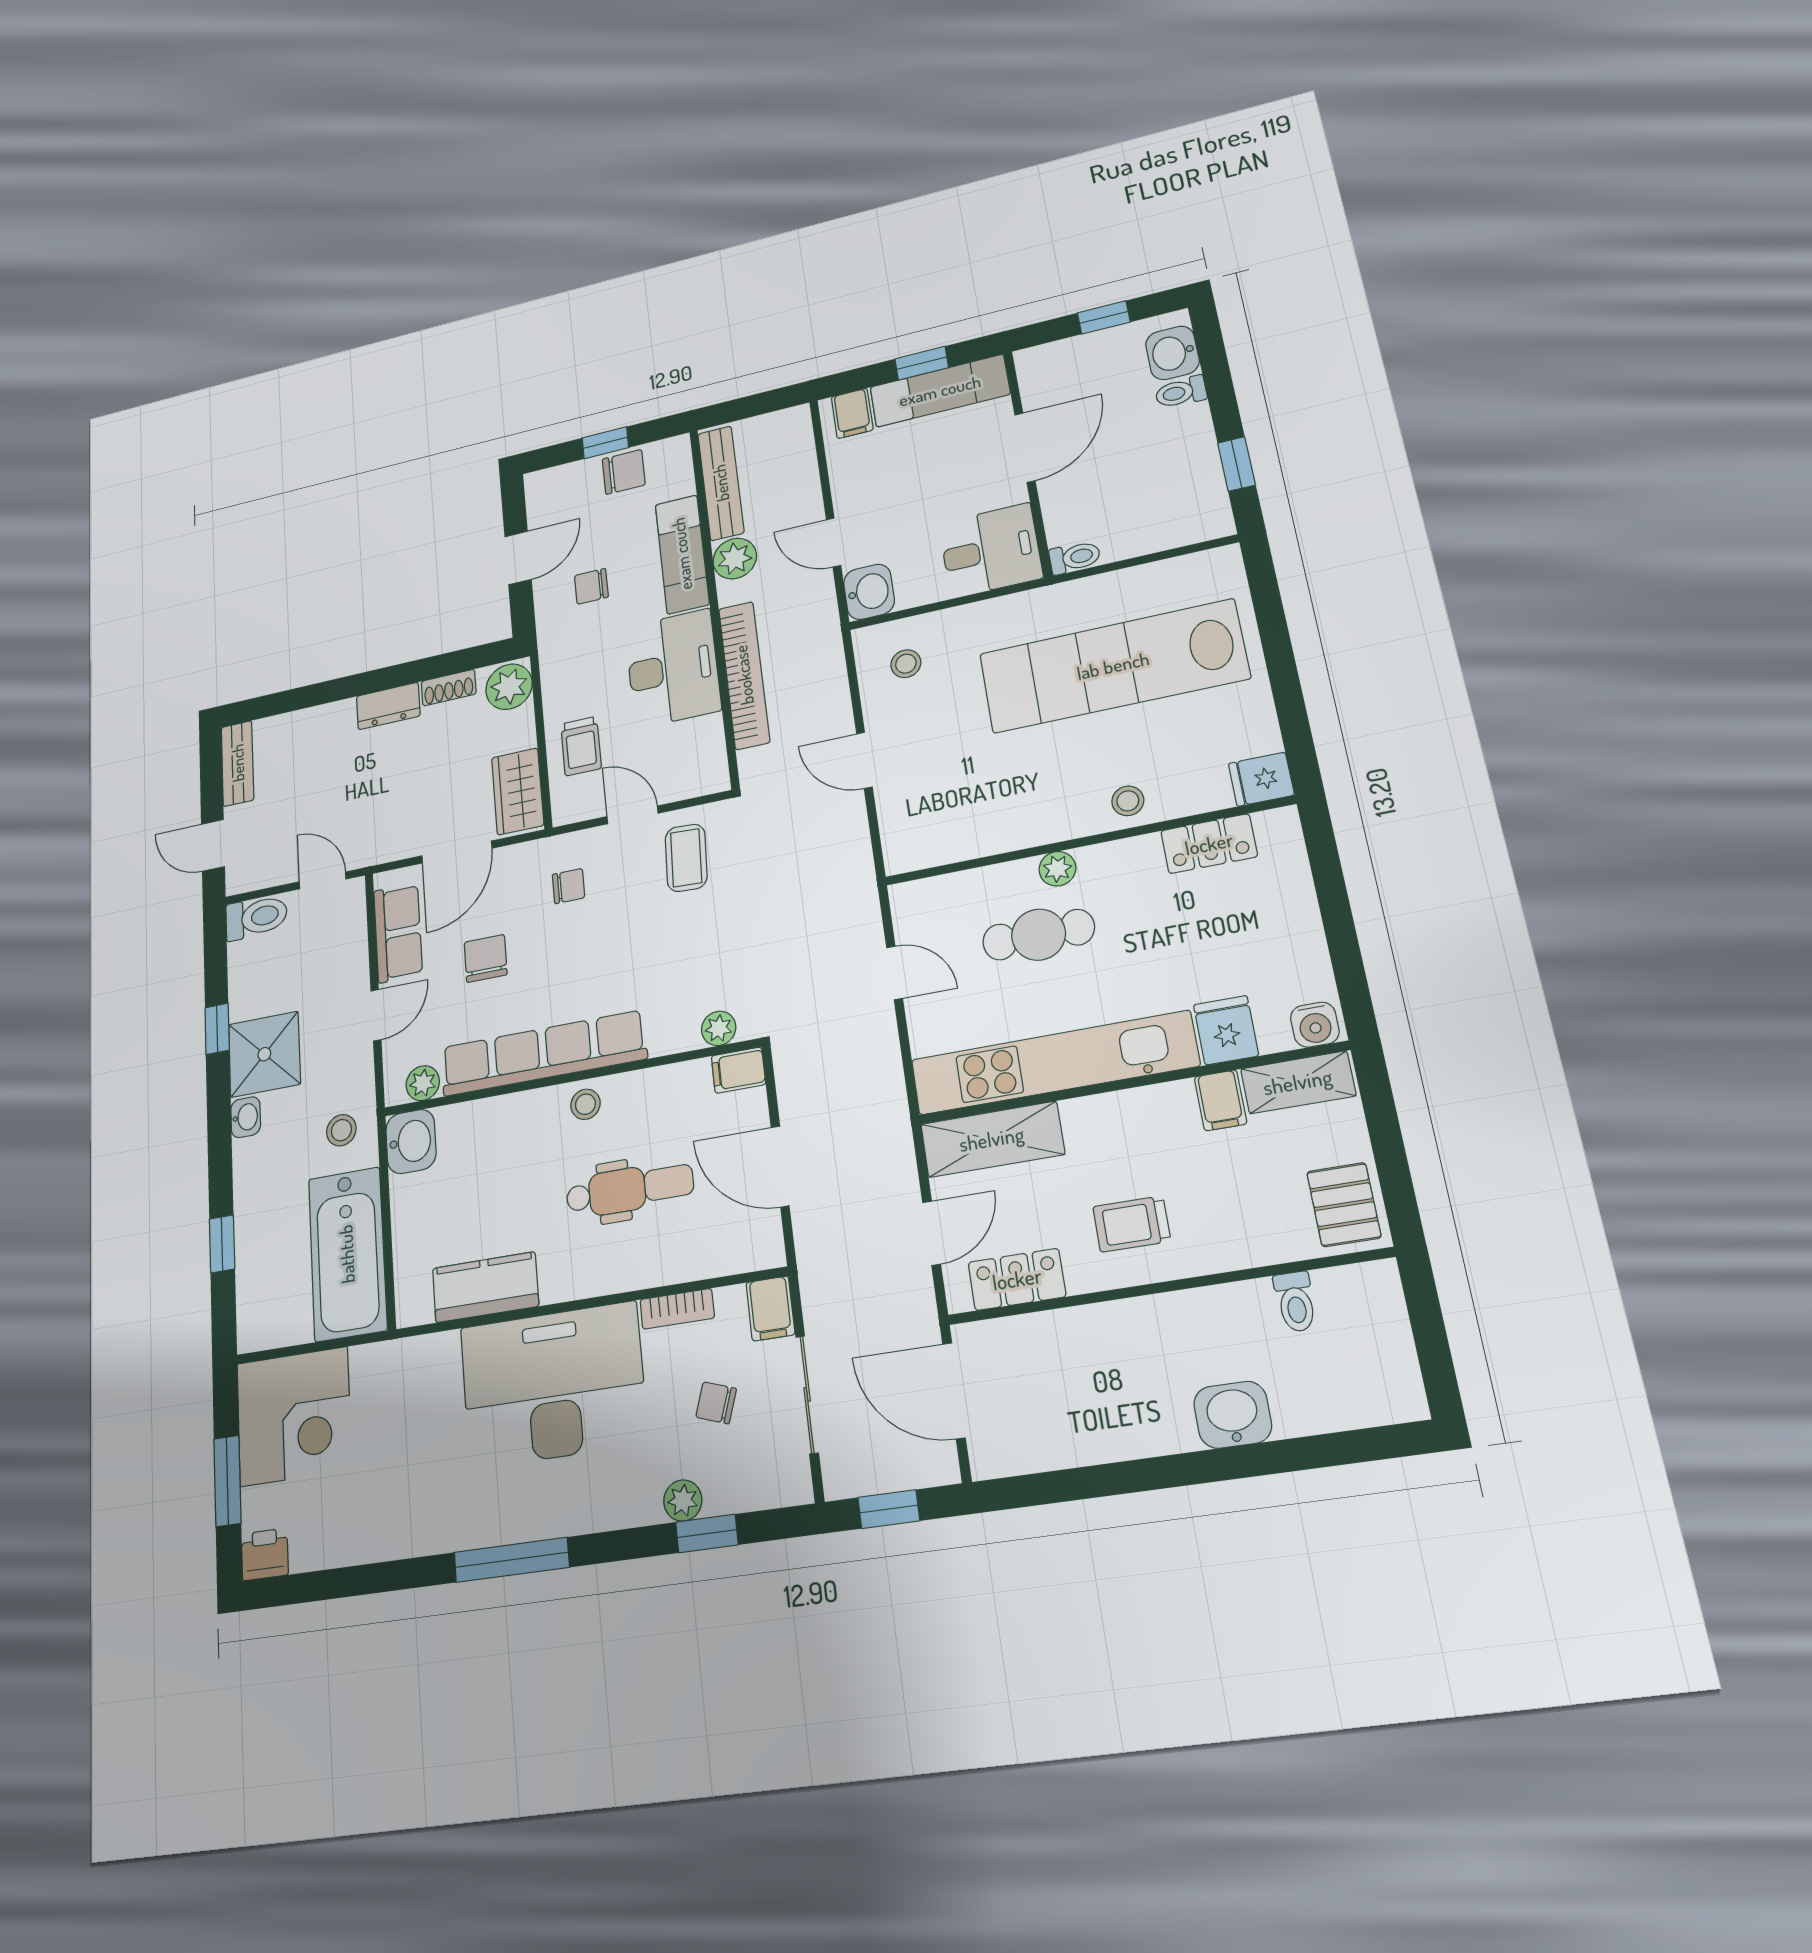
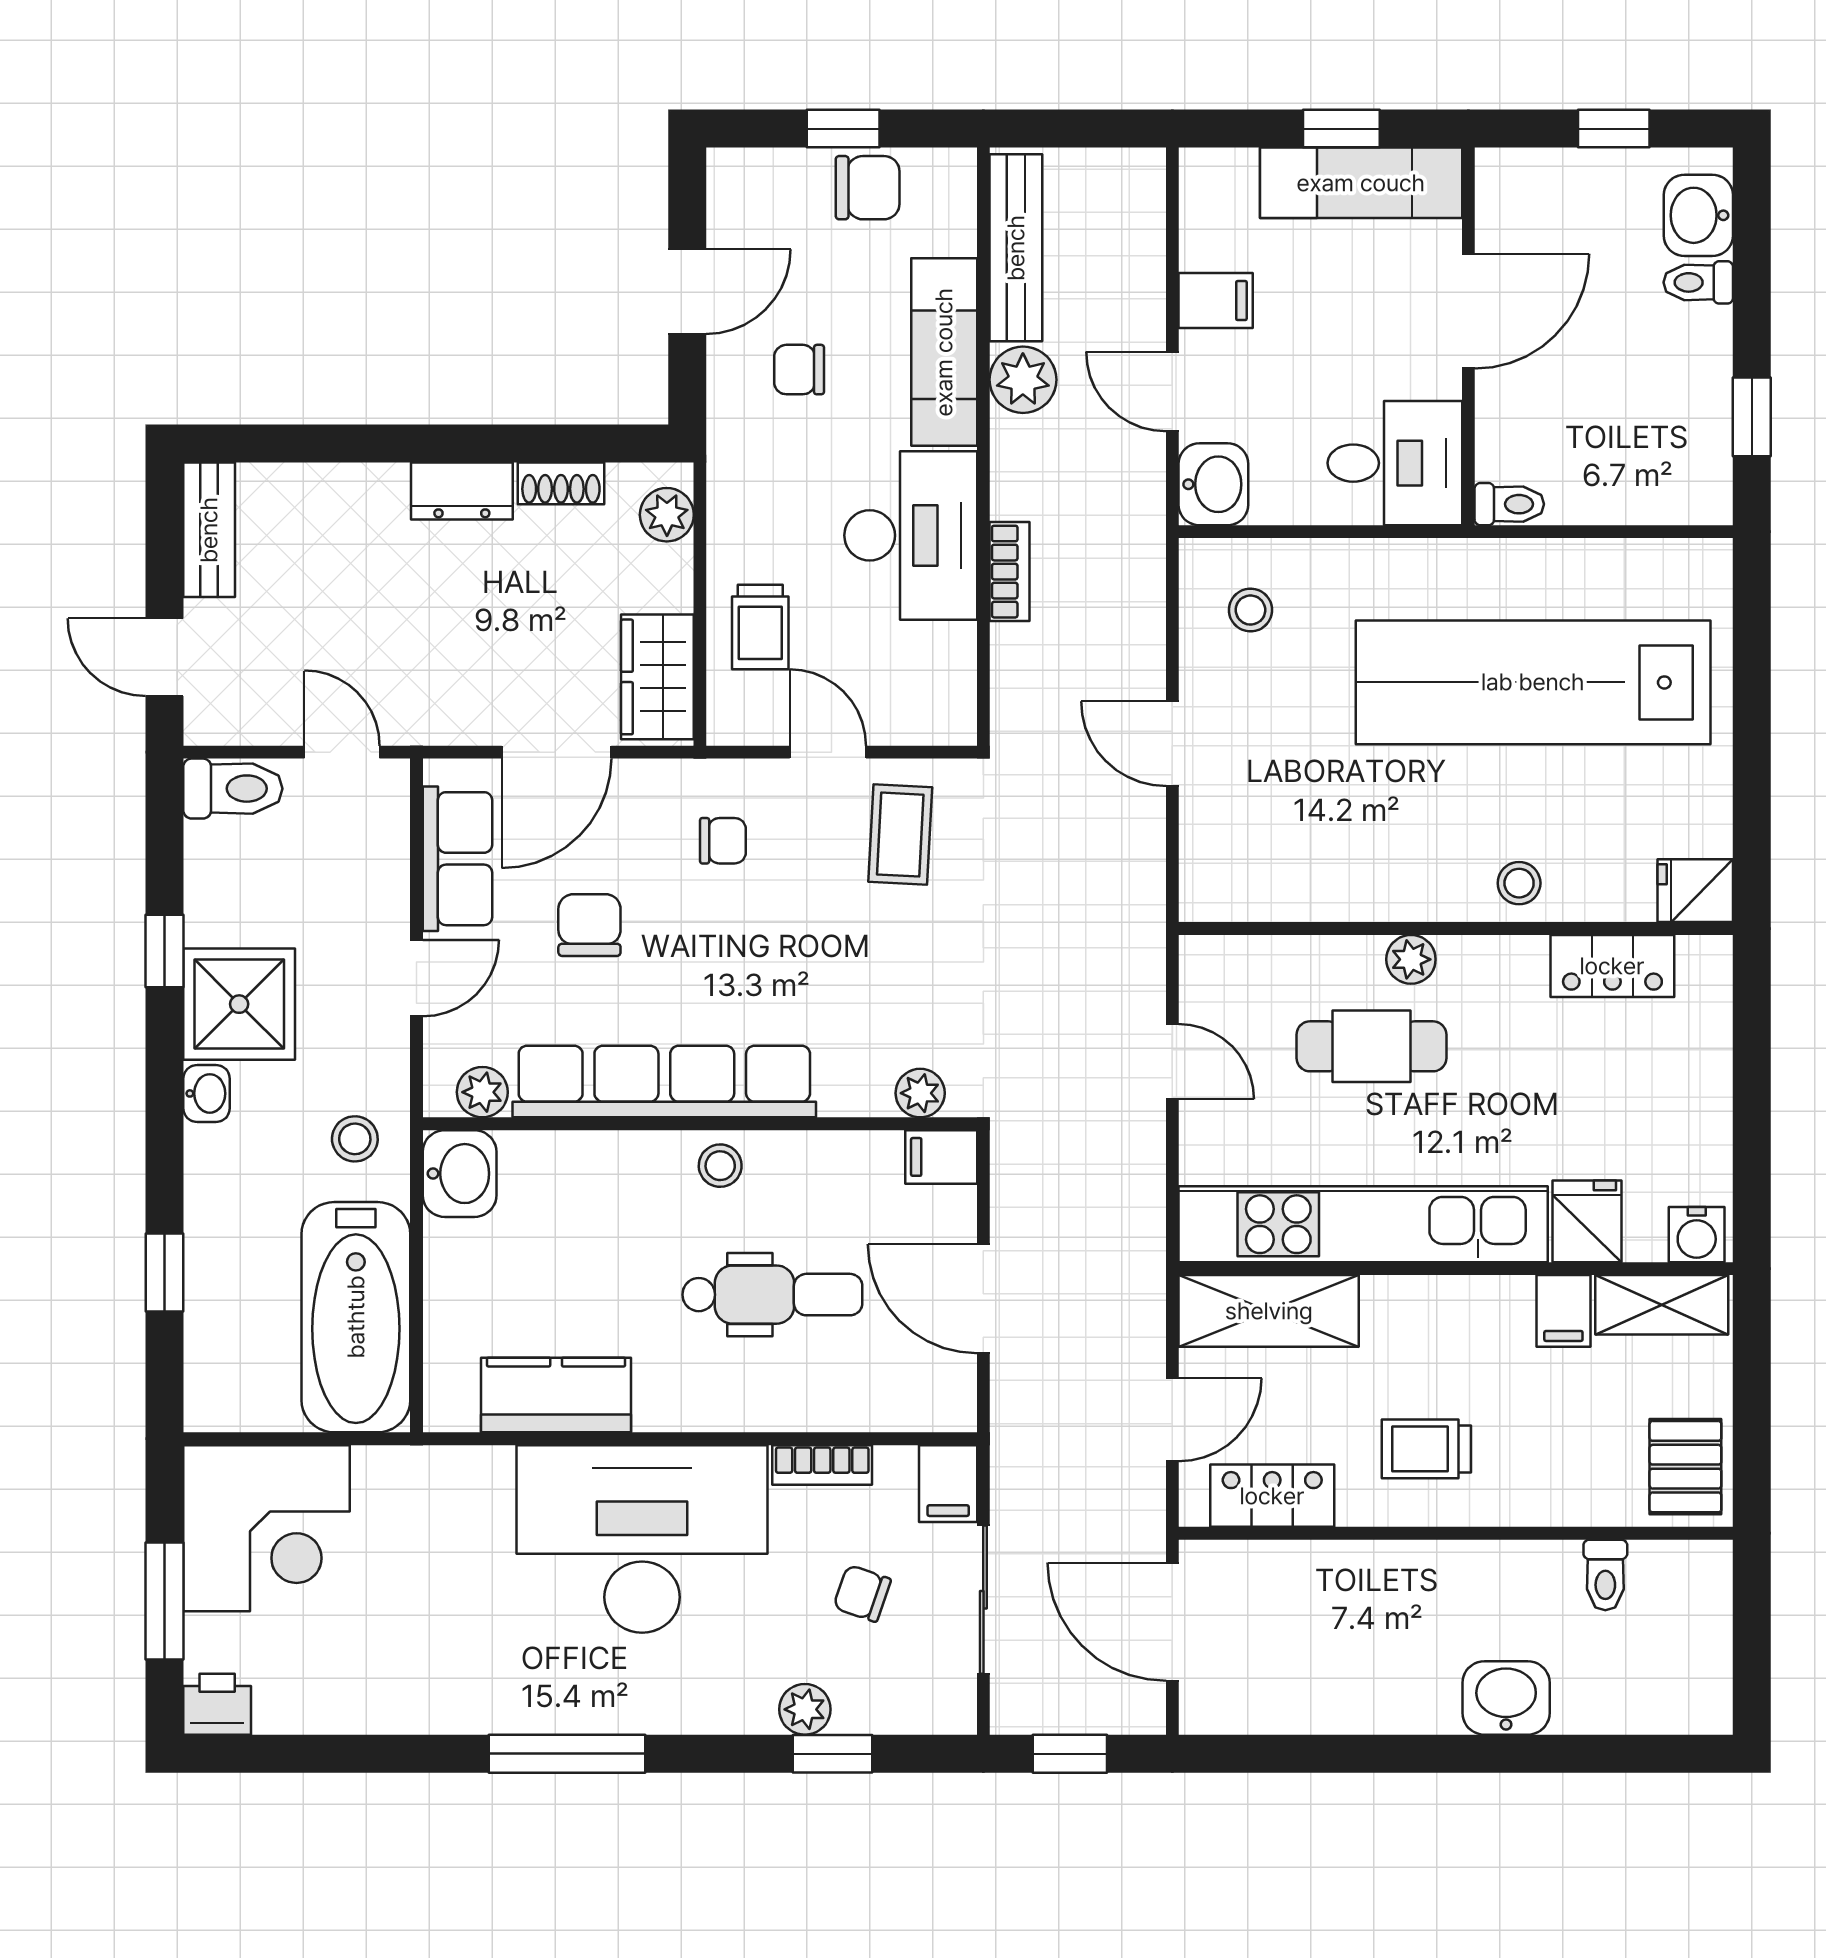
filing cabinet: (852, 413) -> (1216, 301), moved, turned -90
bookcase: (744, 675) -> (1009, 572), width x0.43, depth x0.76
plant: (509, 687) -> (667, 515), width x0.73, depth x0.73

